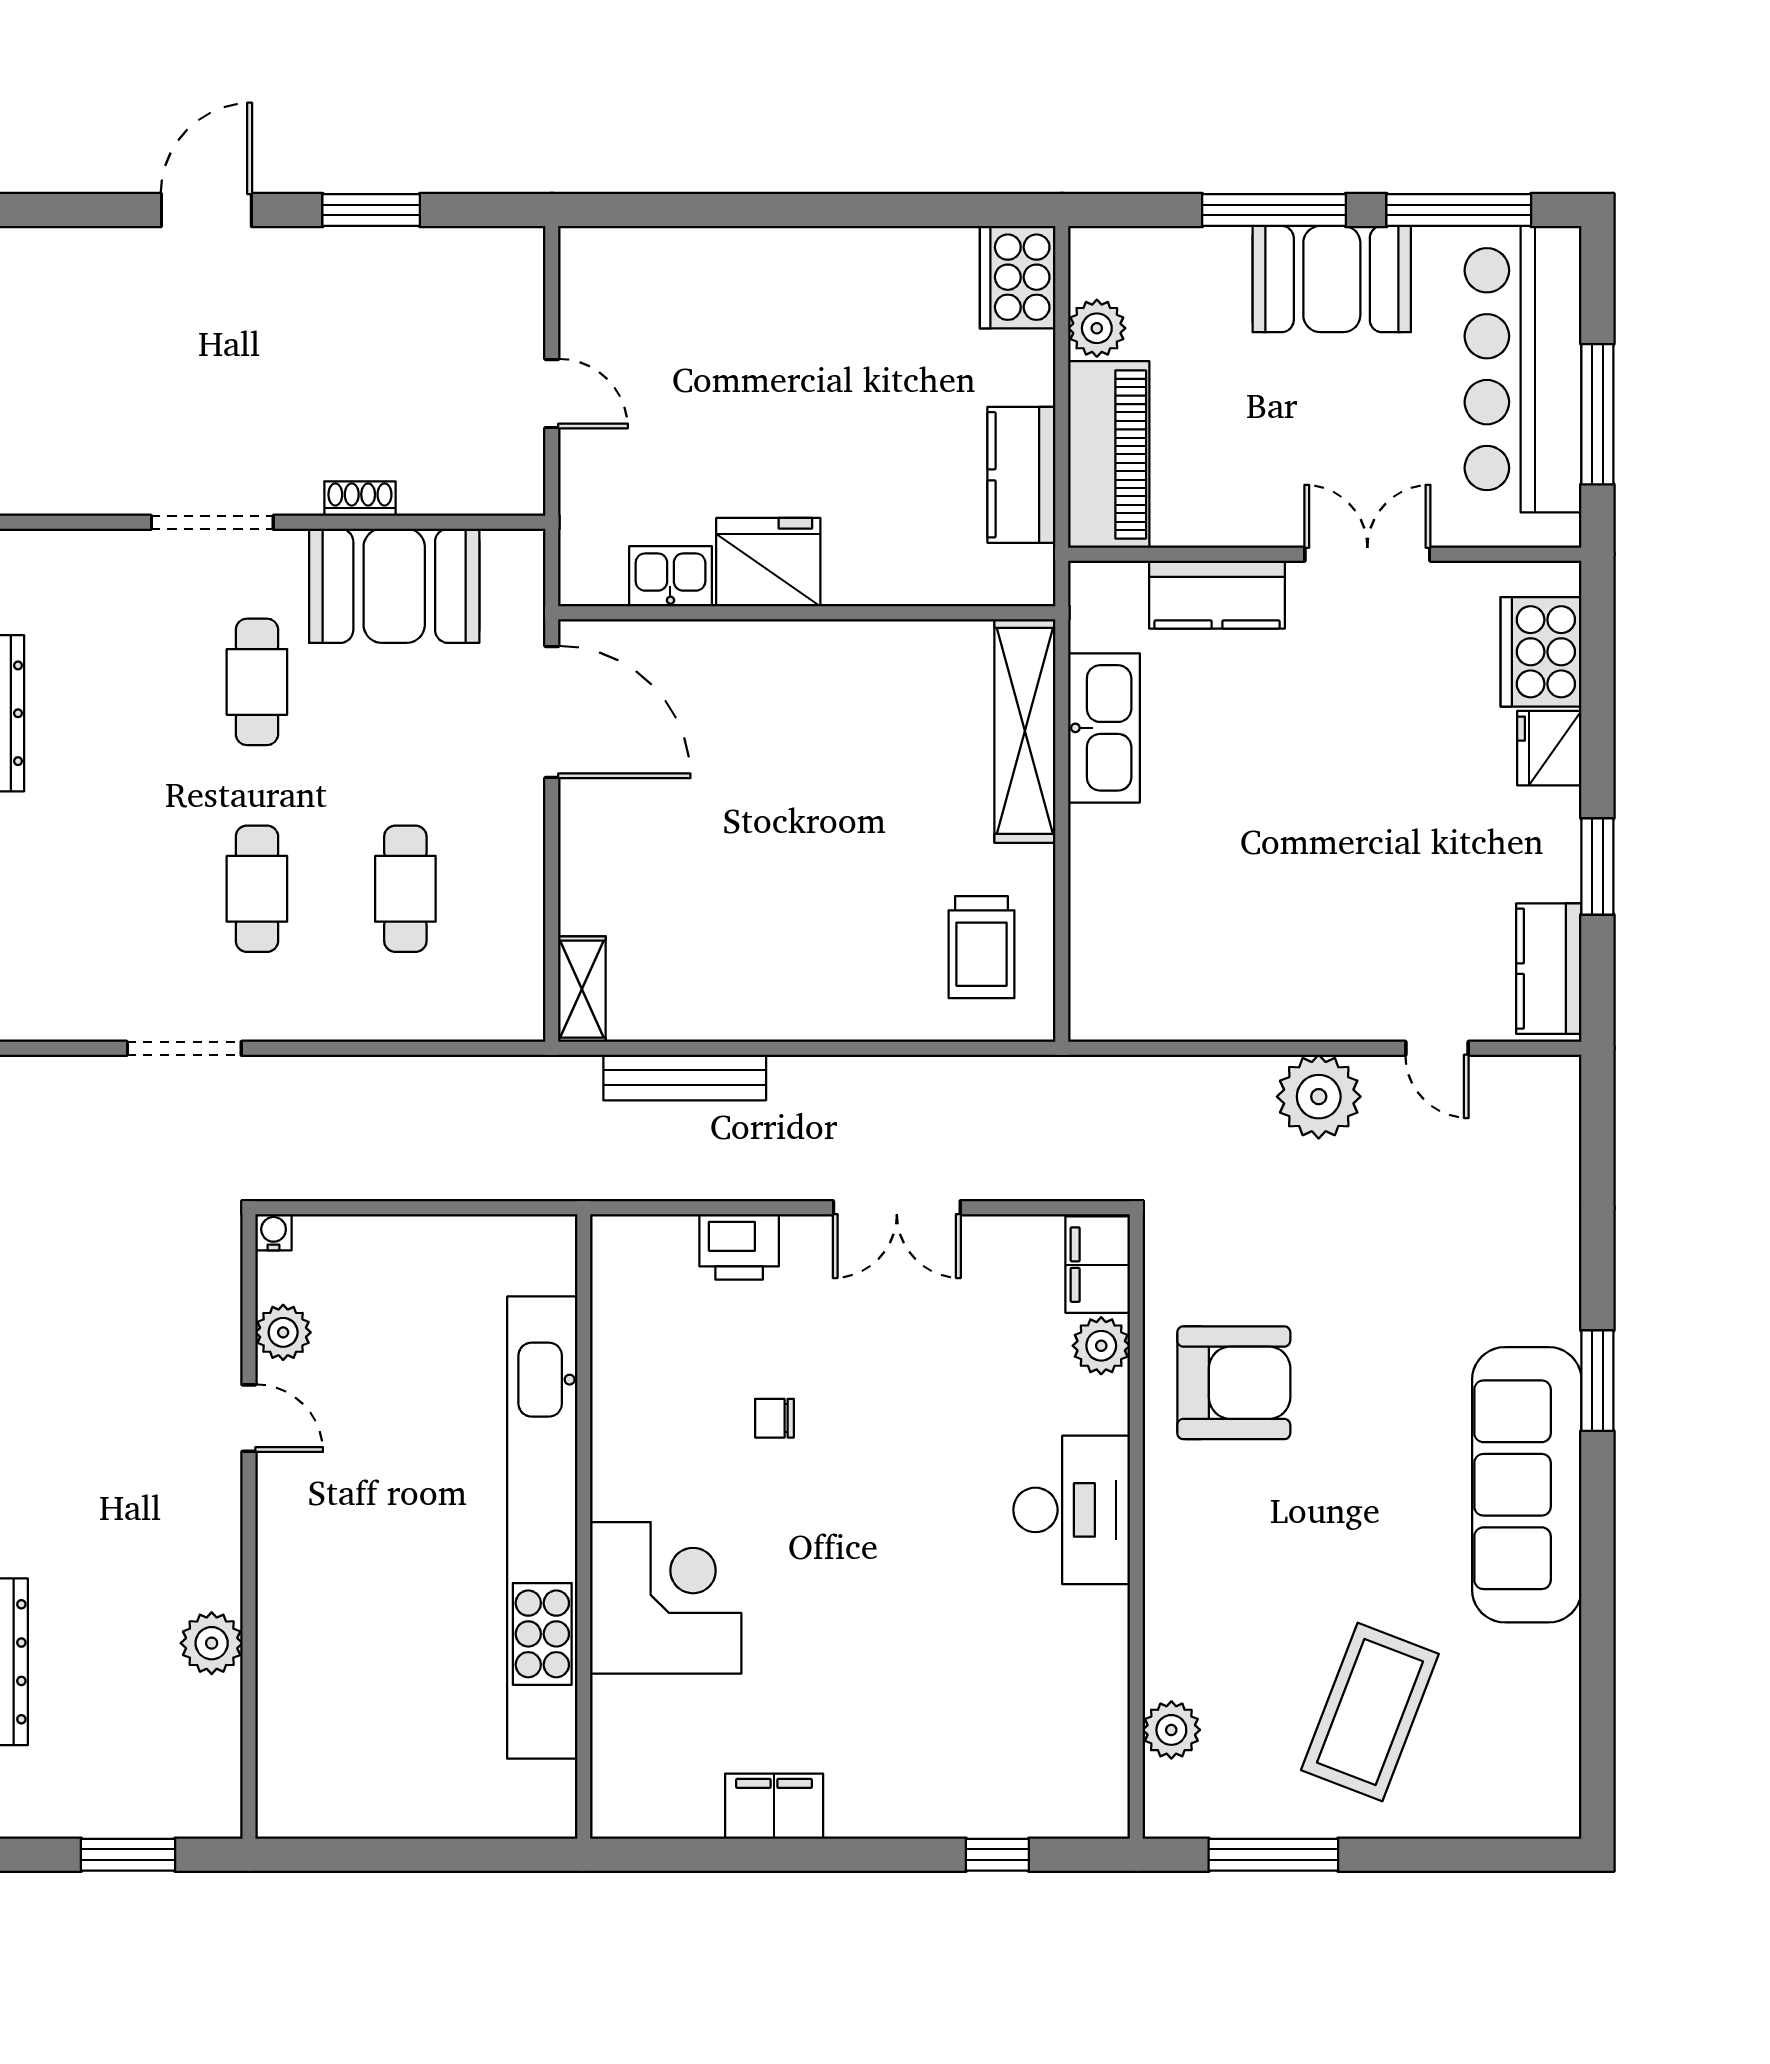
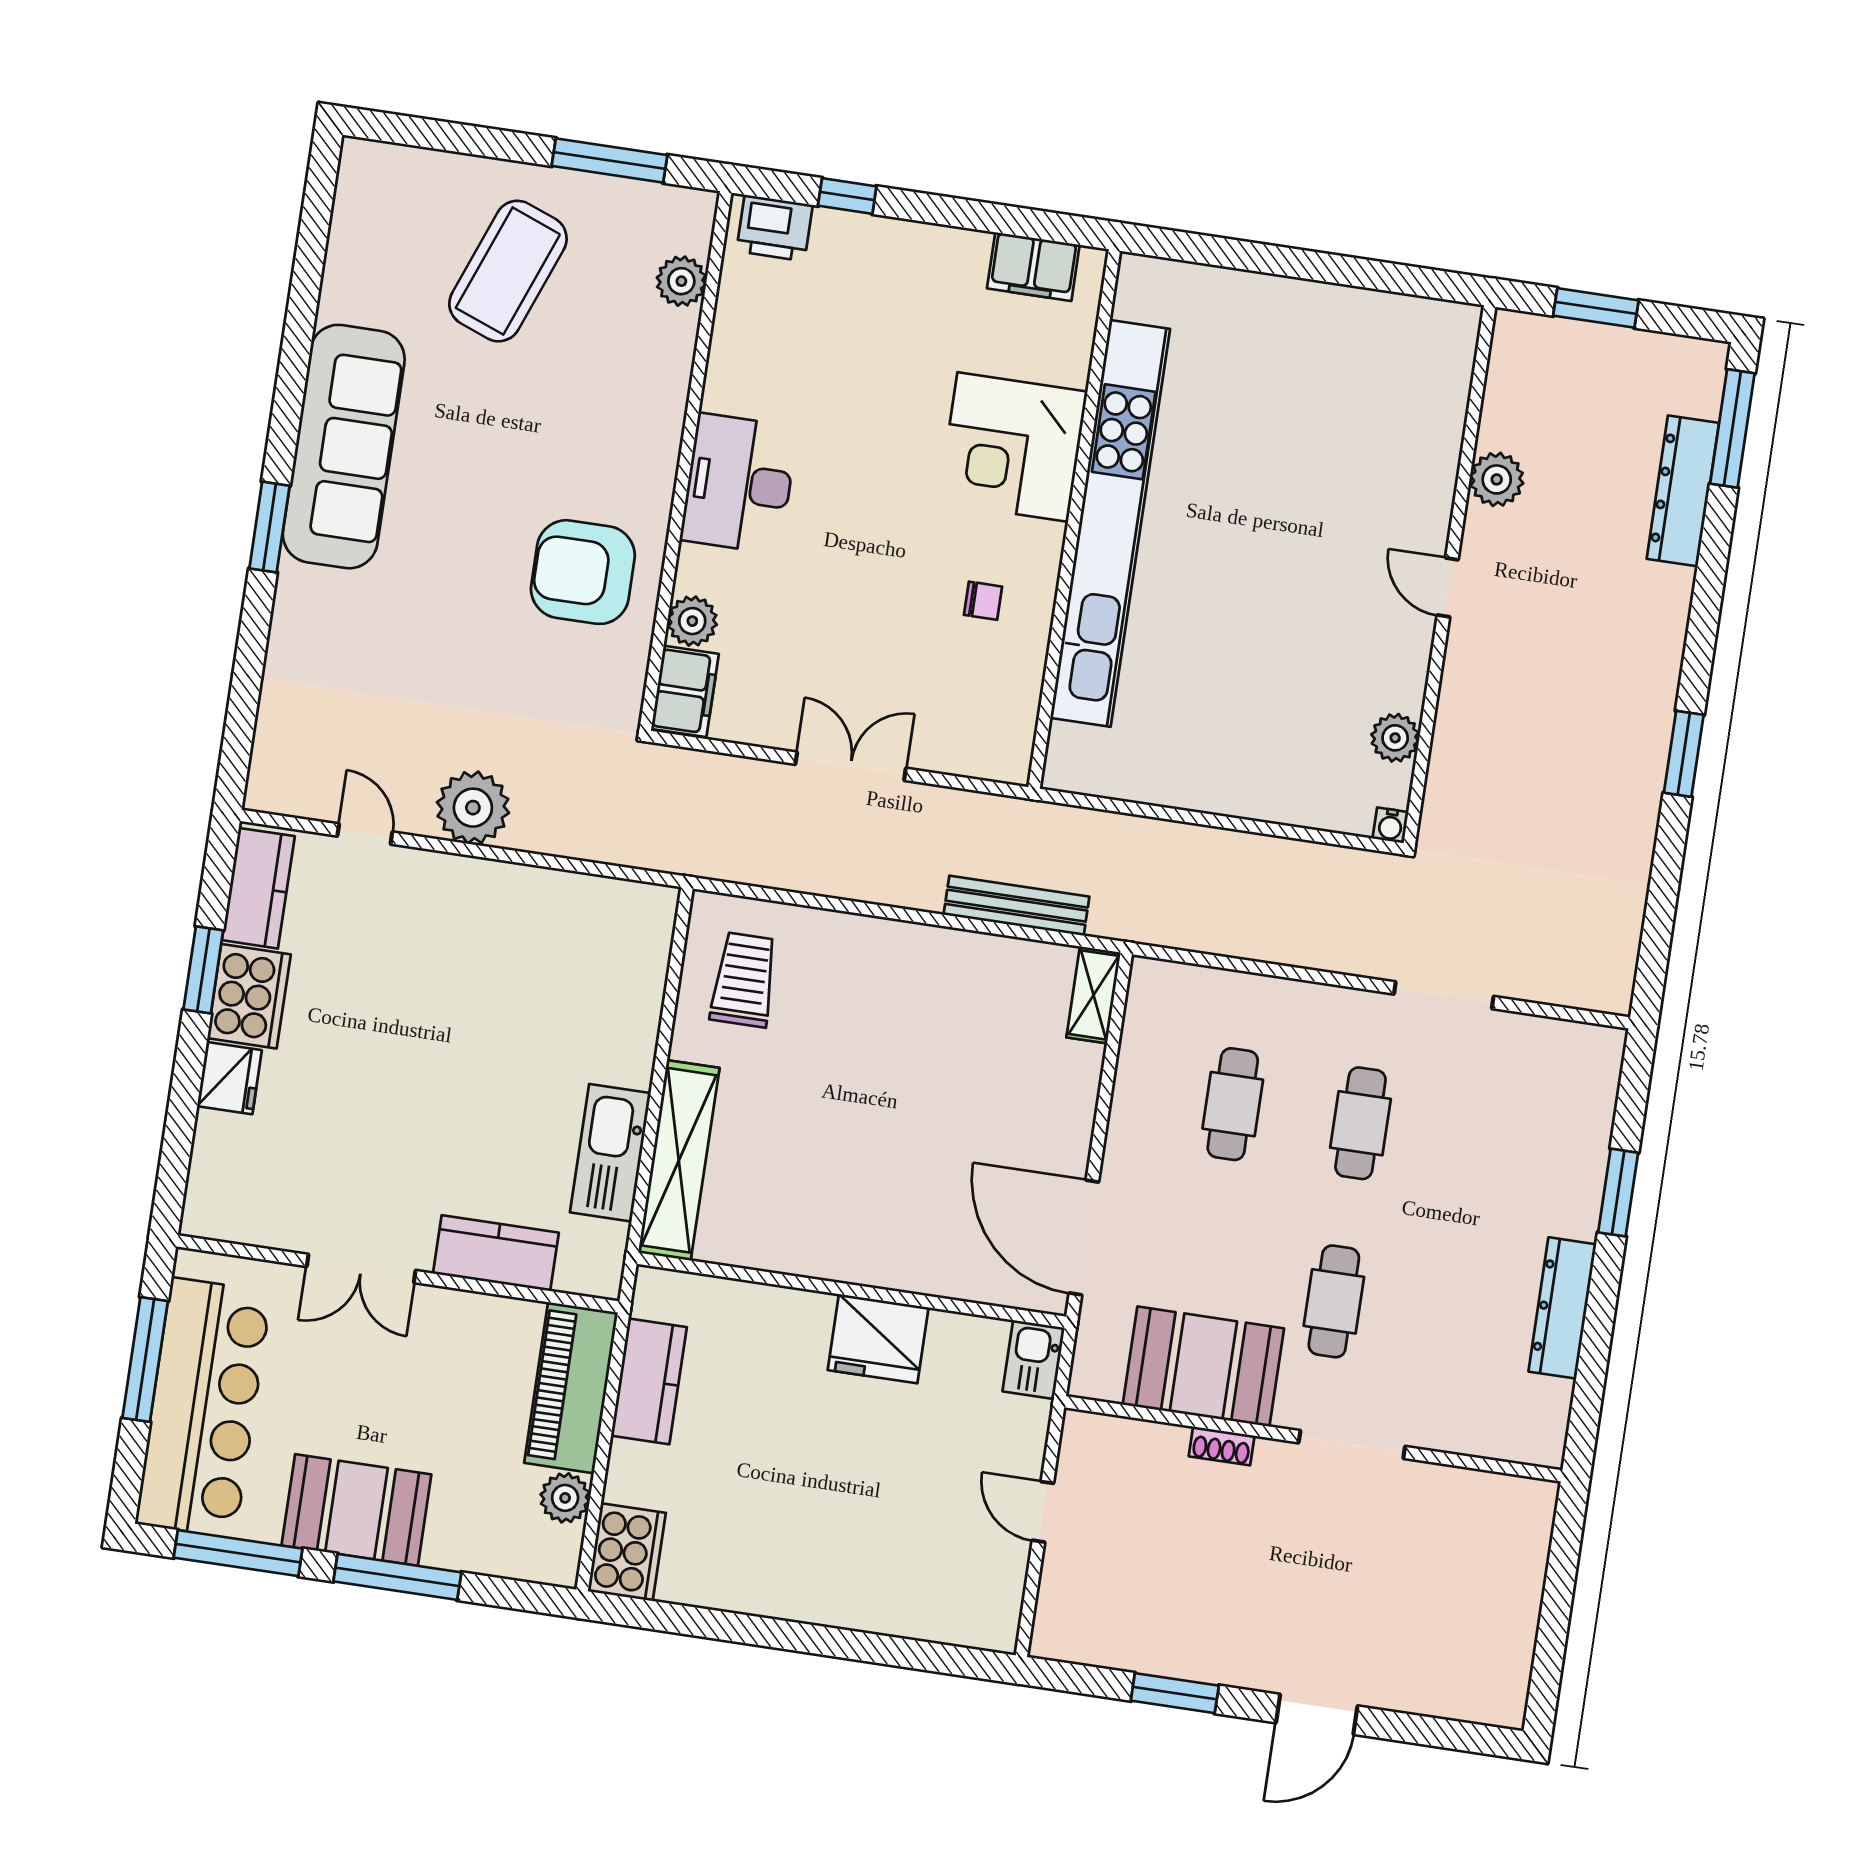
kitchen sink: (670, 576) -> (1034, 1360), moved, turned 90
cooker: (1541, 652) -> (249, 996), moved
printer: (739, 1247) -> (774, 228), moved, turned 180
door: (249, 1418) -> (1448, 587), moved
wall: (584, 1526) -> (1074, 519), moved
kitchen unit: (542, 1528) -> (1110, 523), moved
corner desk: (666, 1598) -> (1013, 447), moved

